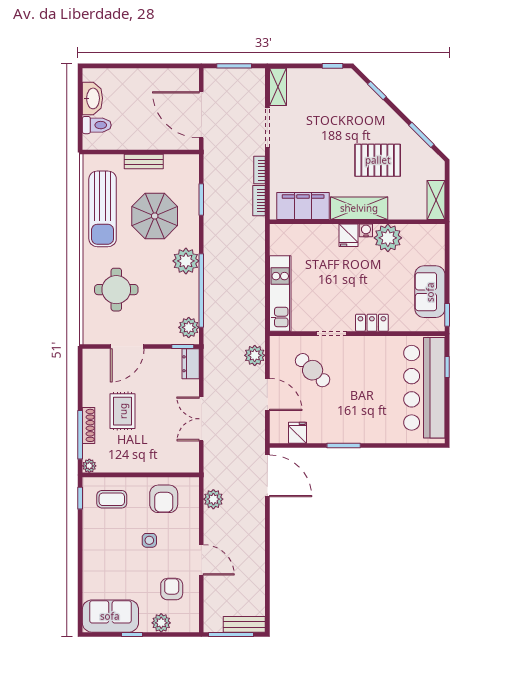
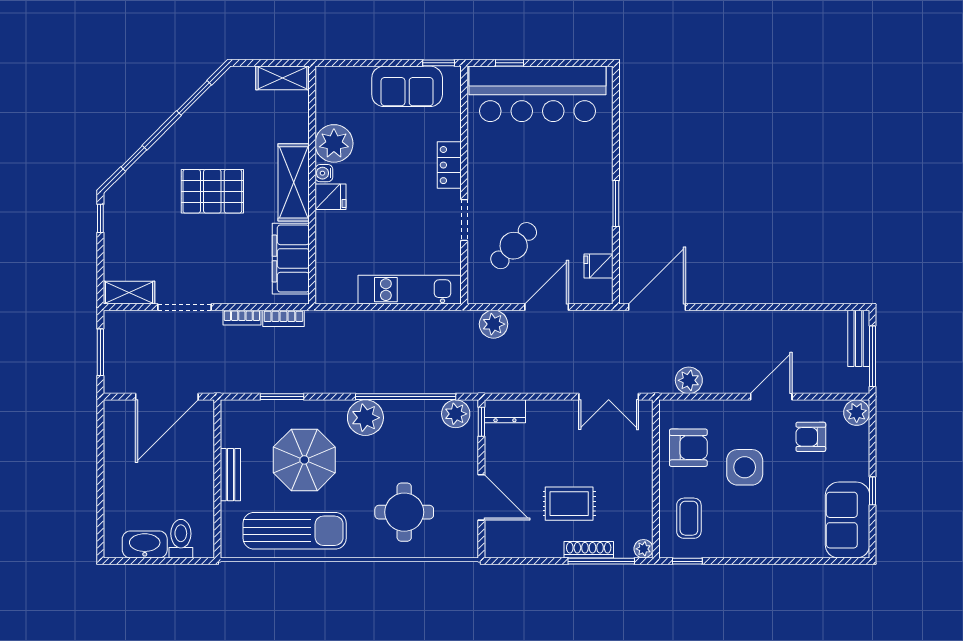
pallet: (378, 160) -> (212, 191), moved, turned 90
double door: (201, 419) -> (609, 397), moved
side table: (149, 540) -> (745, 467), width x1.87, depth x1.87
plant: (161, 623) -> (857, 413), moved

